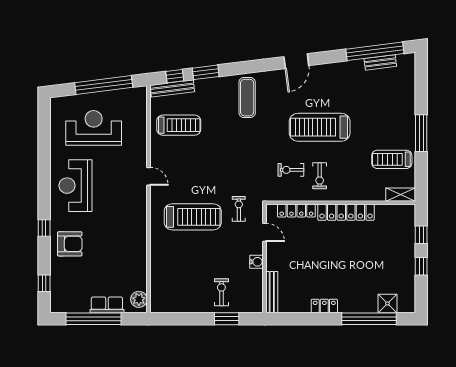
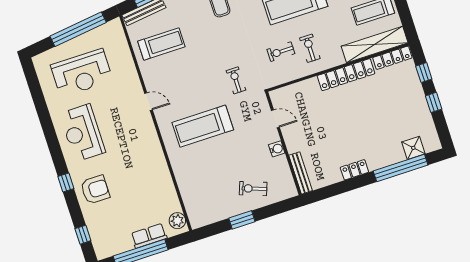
reception desk: (94, 128) -> (82, 73), turned 180
exercise bike: (320, 176) -> (310, 48), turned 180
shelving: (401, 195) -> (375, 44), width x2.20, depth x1.33
exercise bike: (239, 209) -> (236, 80), moved
locker: (296, 211) -> (392, 58), moved
treadmill: (193, 217) -> (203, 126), turned 180
exercise bike: (221, 292) -> (253, 189), turned -70
window: (227, 319) -> (242, 220), moved

